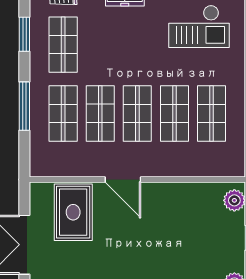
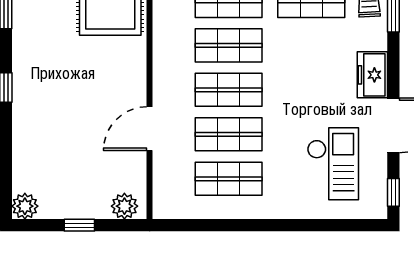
checkout: (199, 26) -> (333, 164), turned 180
door: (123, 179) -> (150, 129), moved

